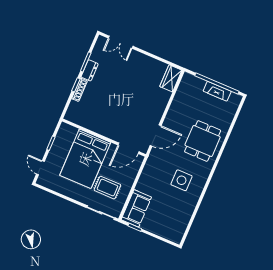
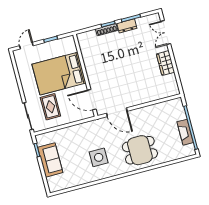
wardrobe: (171, 78) -> (166, 63), moved, turned -90
sofa: (136, 208) -> (50, 160), moved, turned -90

